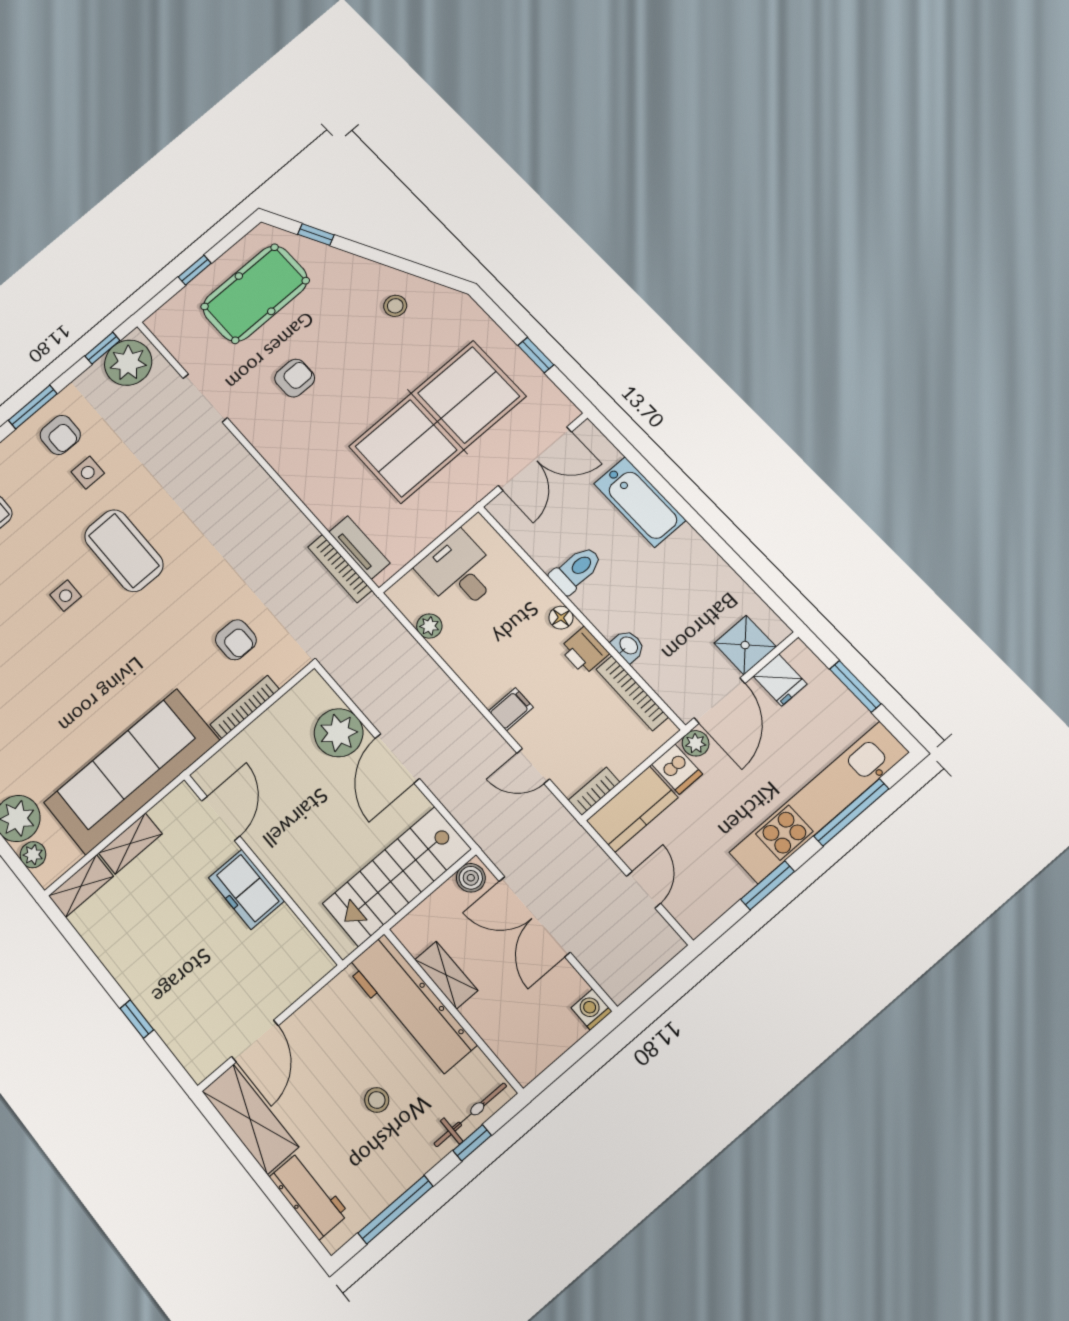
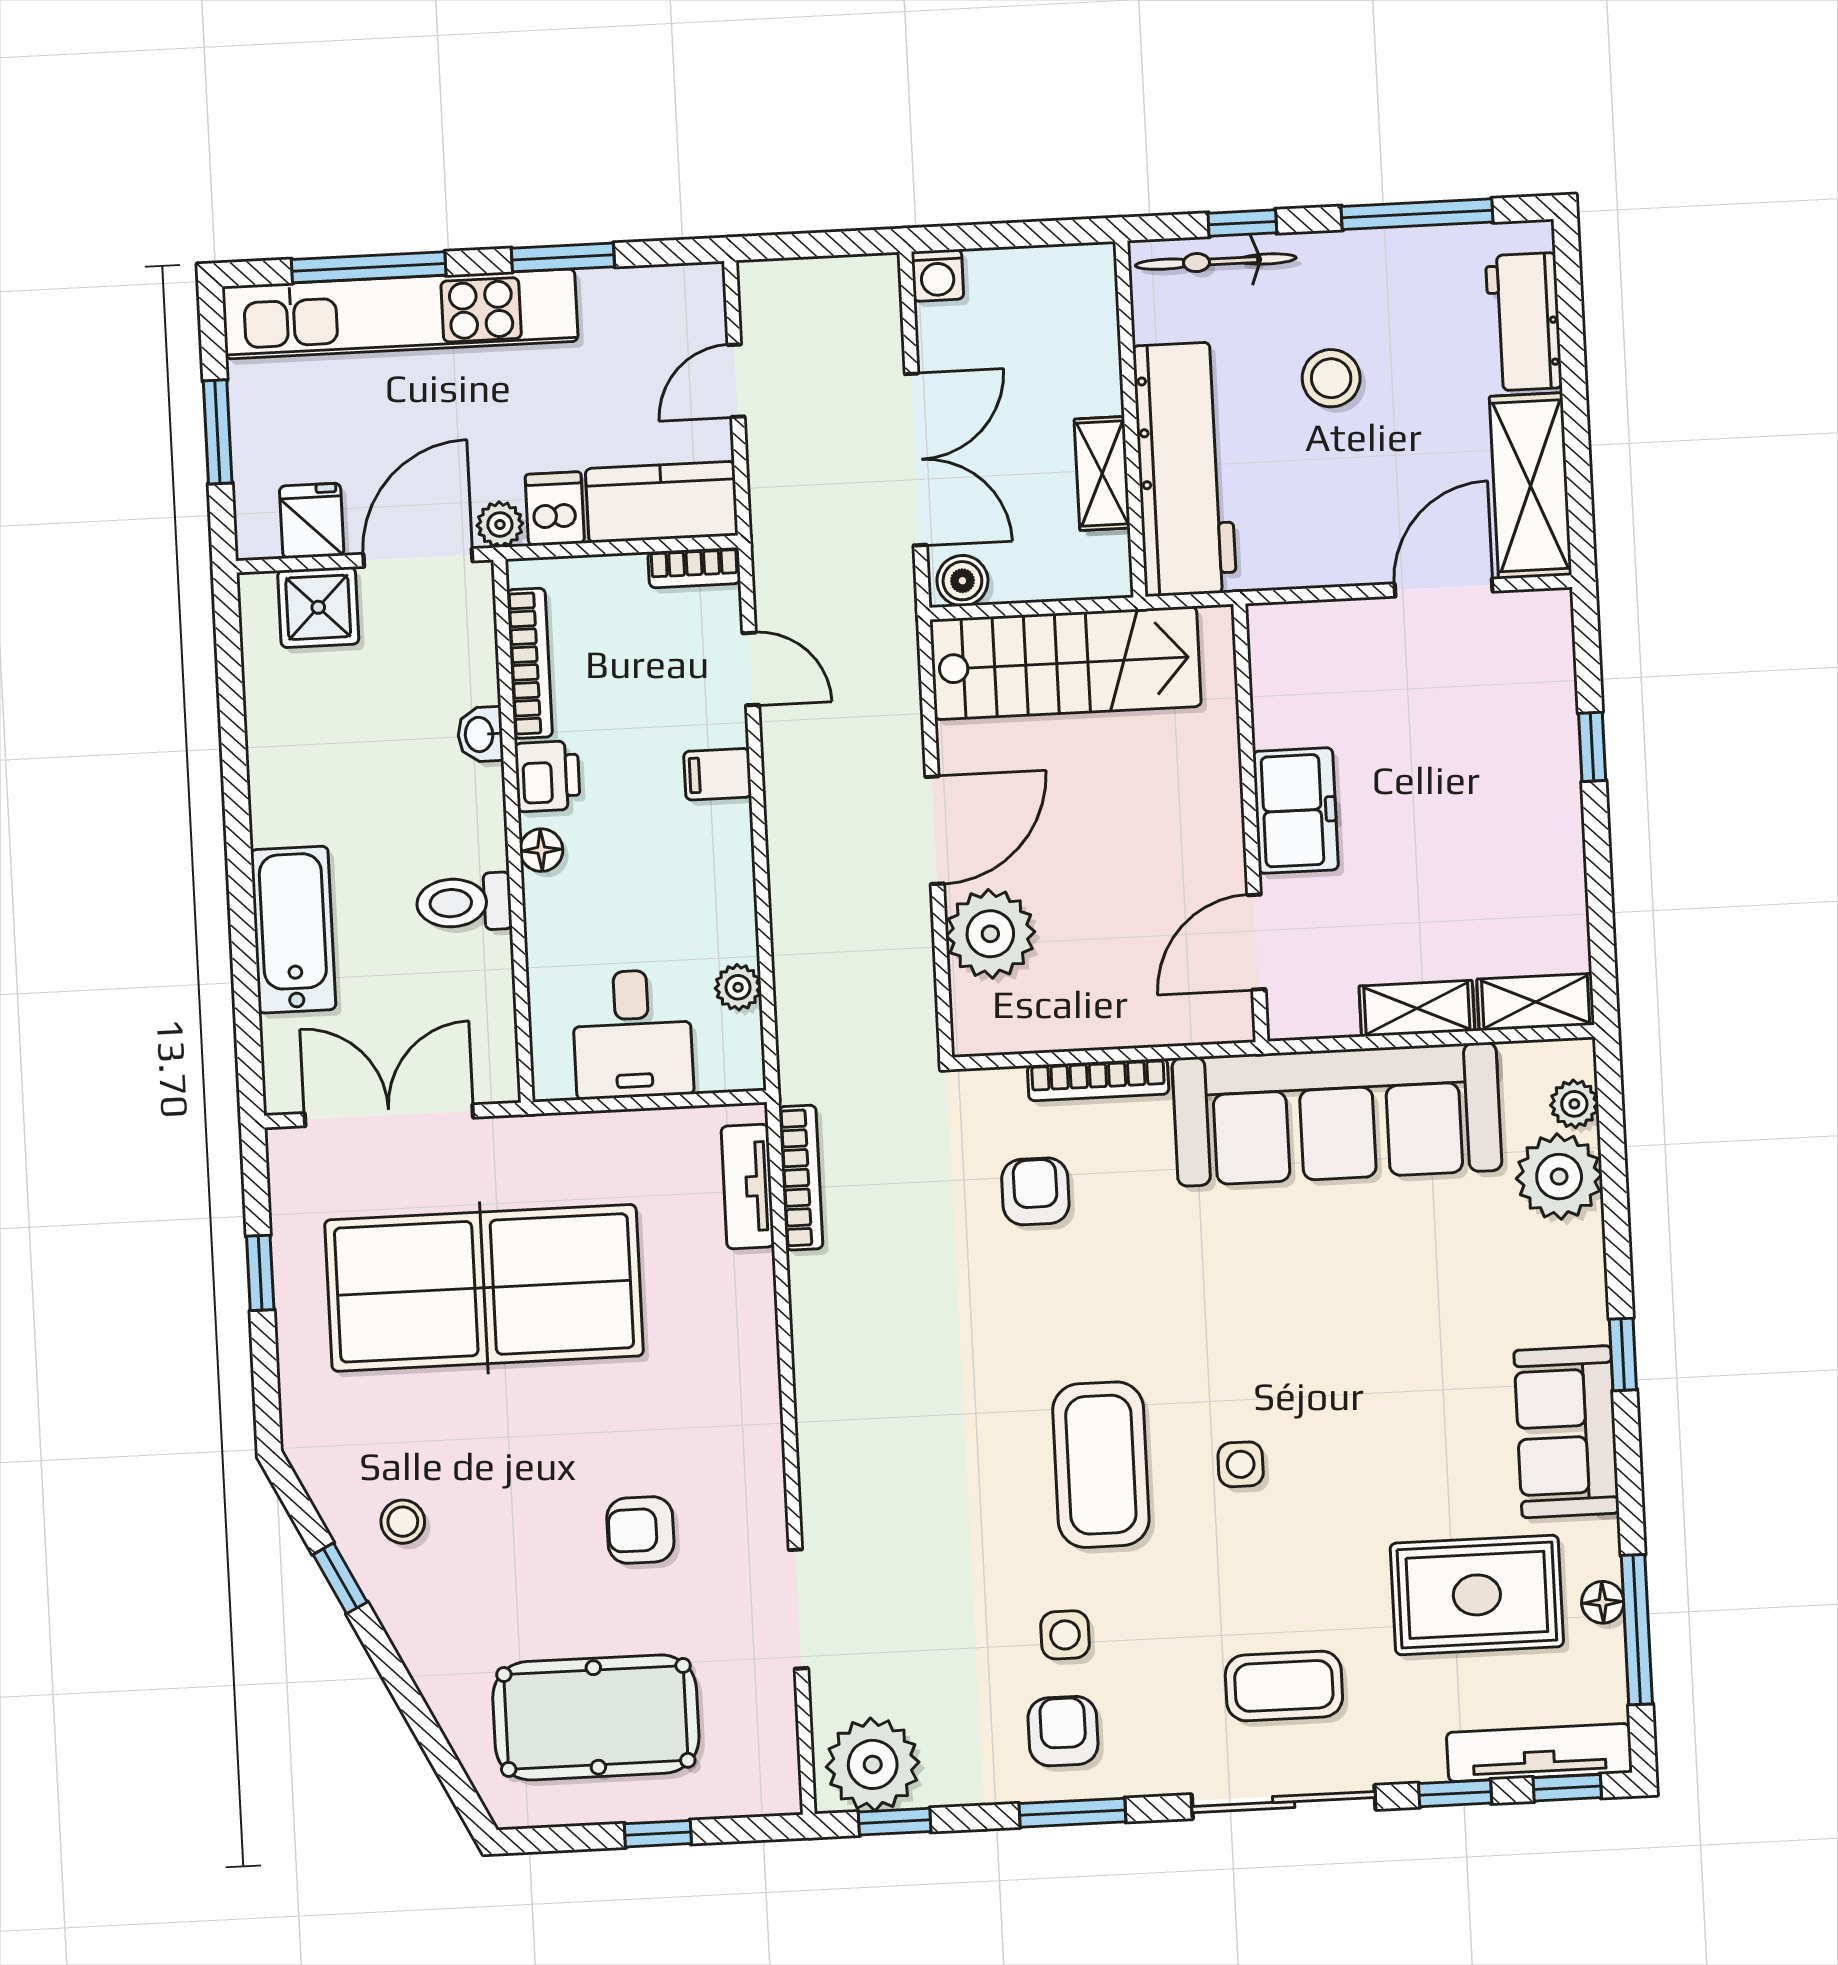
window: (316, 235) -> (340, 1578), moved
stool: (377, 1100) -> (1331, 378), width x1.37, depth x1.37

